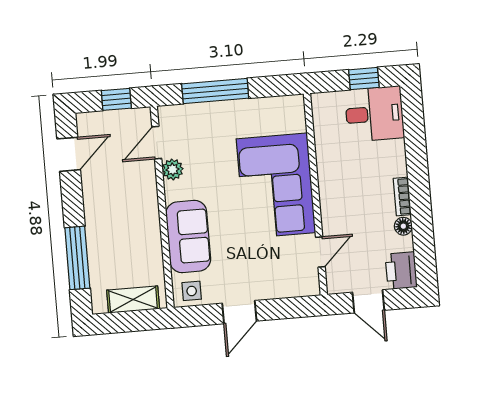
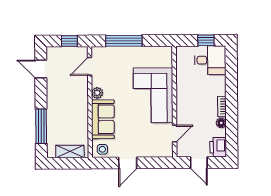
door: (69, 154) -> (41, 69), swing flipped
plant: (173, 169) -> (97, 93), moved

